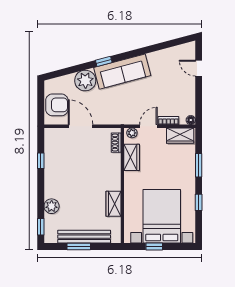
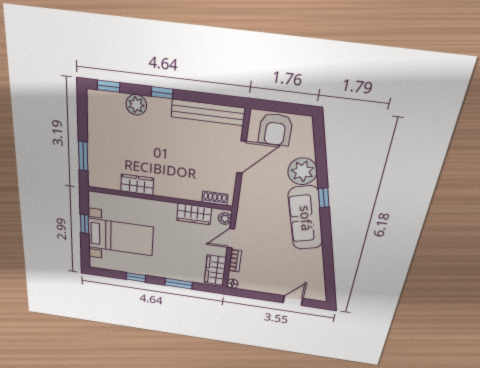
door: (149, 126) -> (231, 238), swing flipped
window: (41, 161) -> (162, 93), moved
bed with nightstands: (162, 216) -> (120, 237), width x0.73
bench: (84, 237) -> (208, 112), moved, turned 90
window: (79, 246) -> (83, 156), moved

